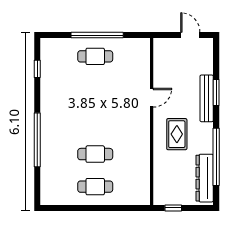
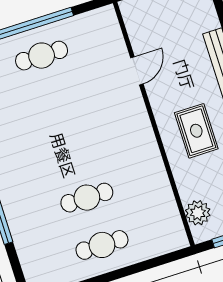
door: (152, 98) -> (137, 71), moved
plant: (161, 186) -> (198, 213), added

